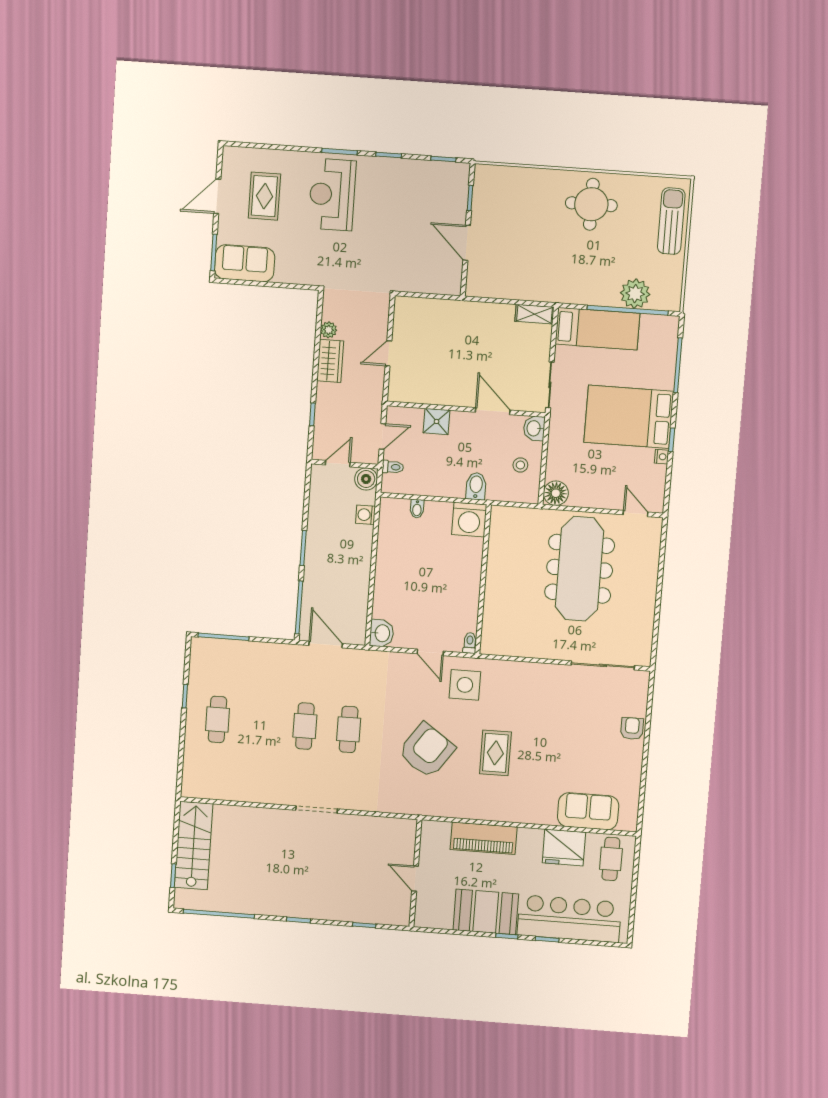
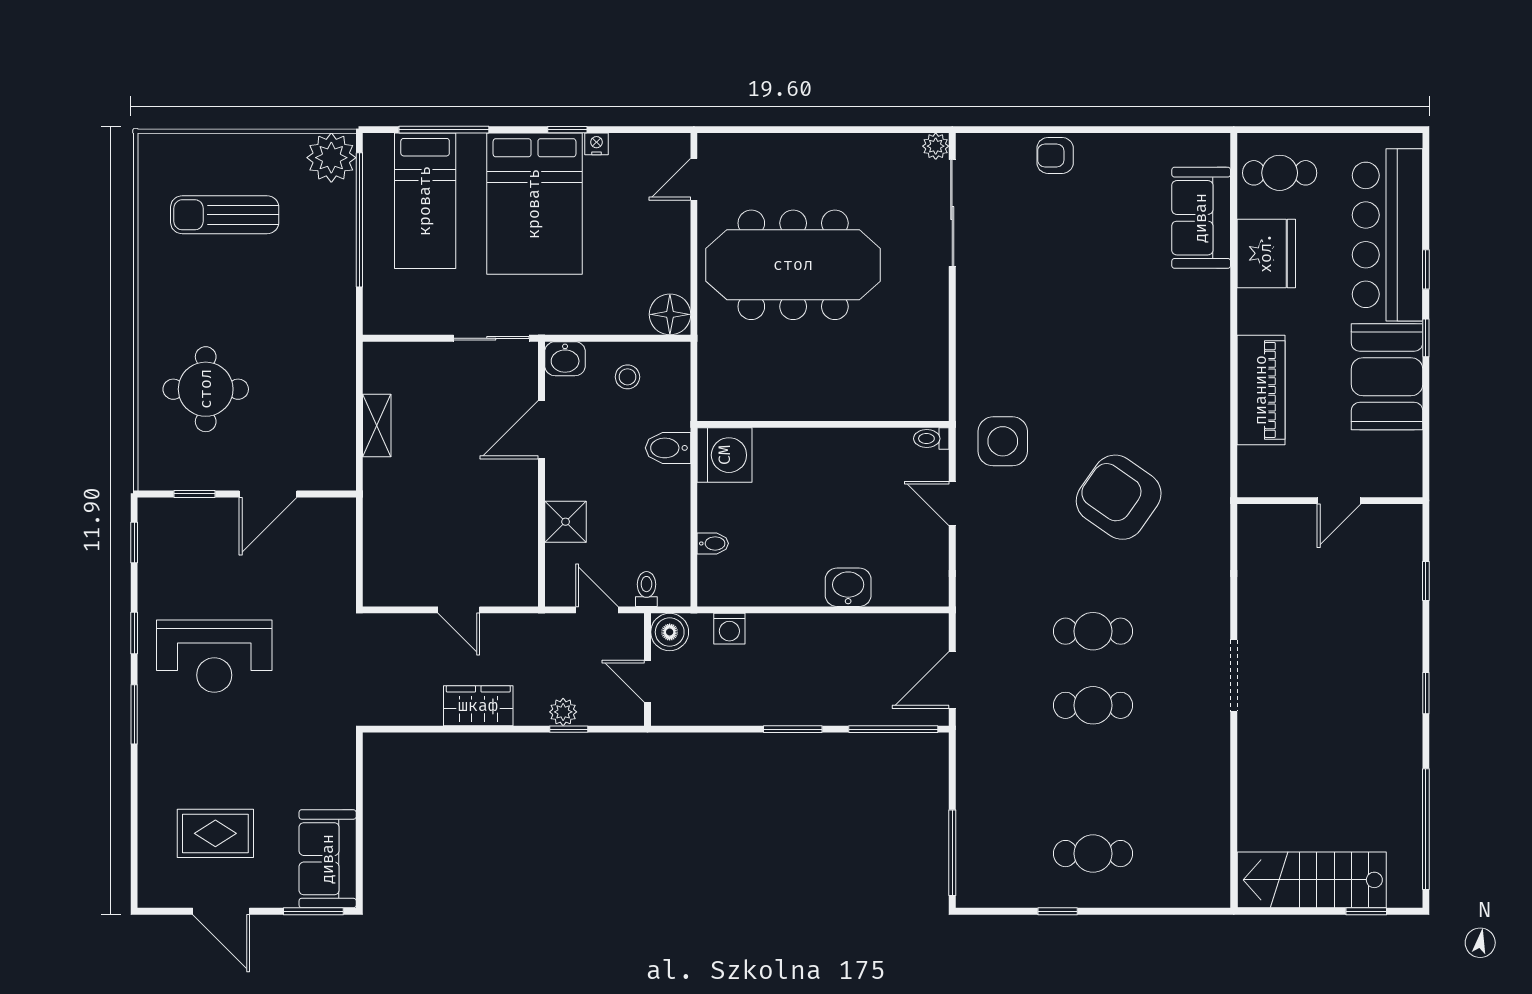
reception desk: (332, 195) -> (214, 656), moved
round table: (591, 204) -> (206, 389), moved
sun lounger: (671, 221) -> (225, 215), moved
plant: (635, 294) -> (331, 158), moved
shelving: (534, 314) -> (377, 425), moved
bed: (597, 329) -> (425, 201), moved, turned 180
plant: (329, 330) -> (563, 712), moved
washbasin: (382, 633) -> (848, 587), moved
door: (430, 652) -> (952, 503), swing flipped
plant: (643, 659) -> (936, 146), added
rug: (495, 753) -> (1114, 381), removed

